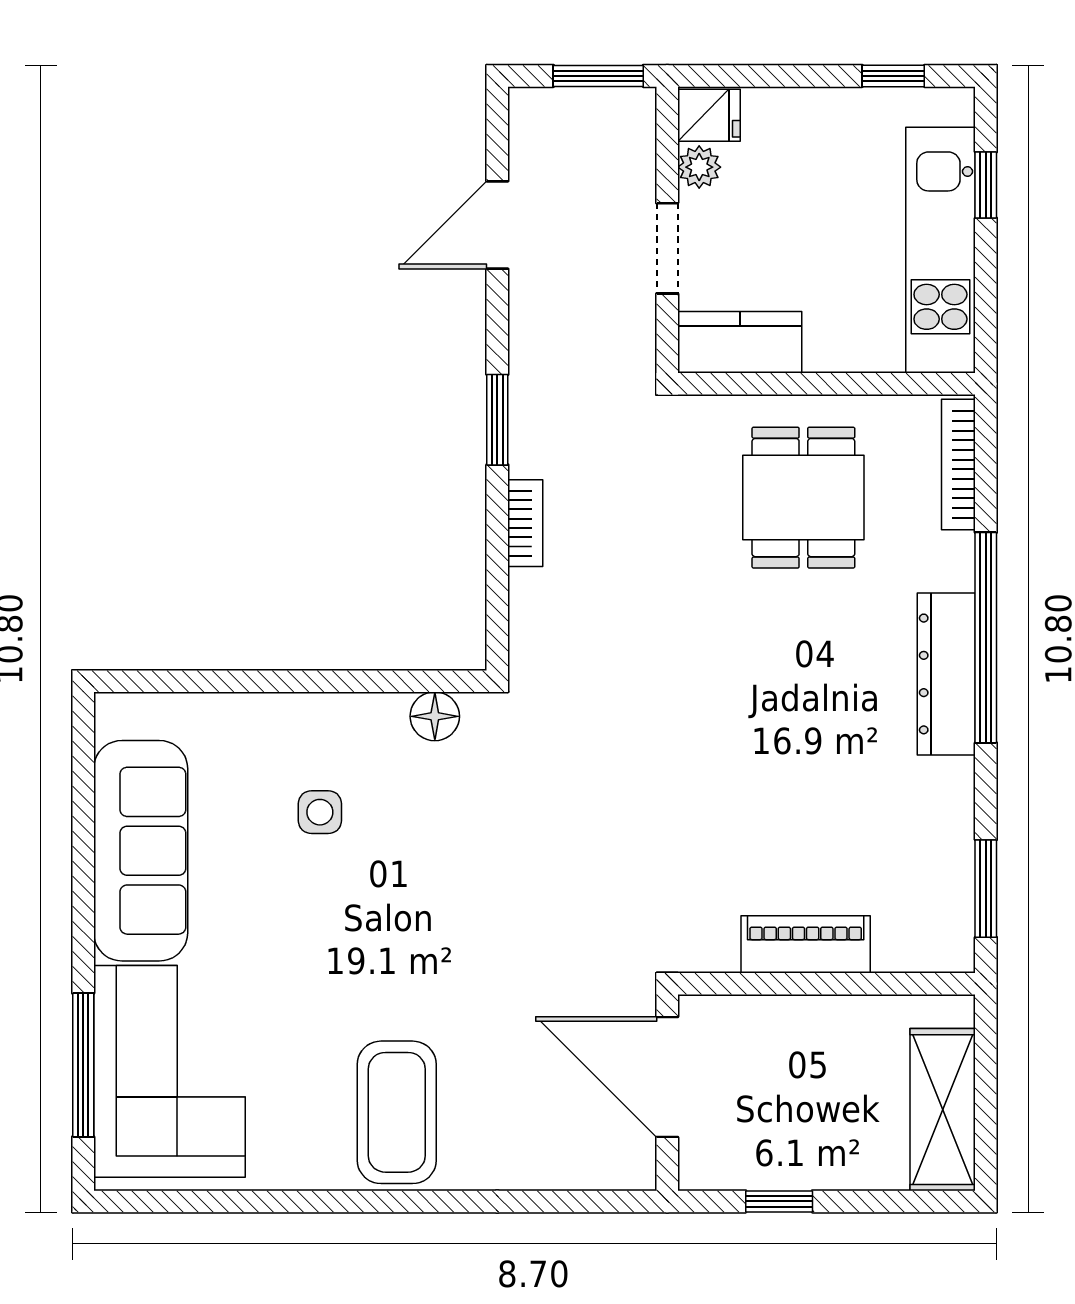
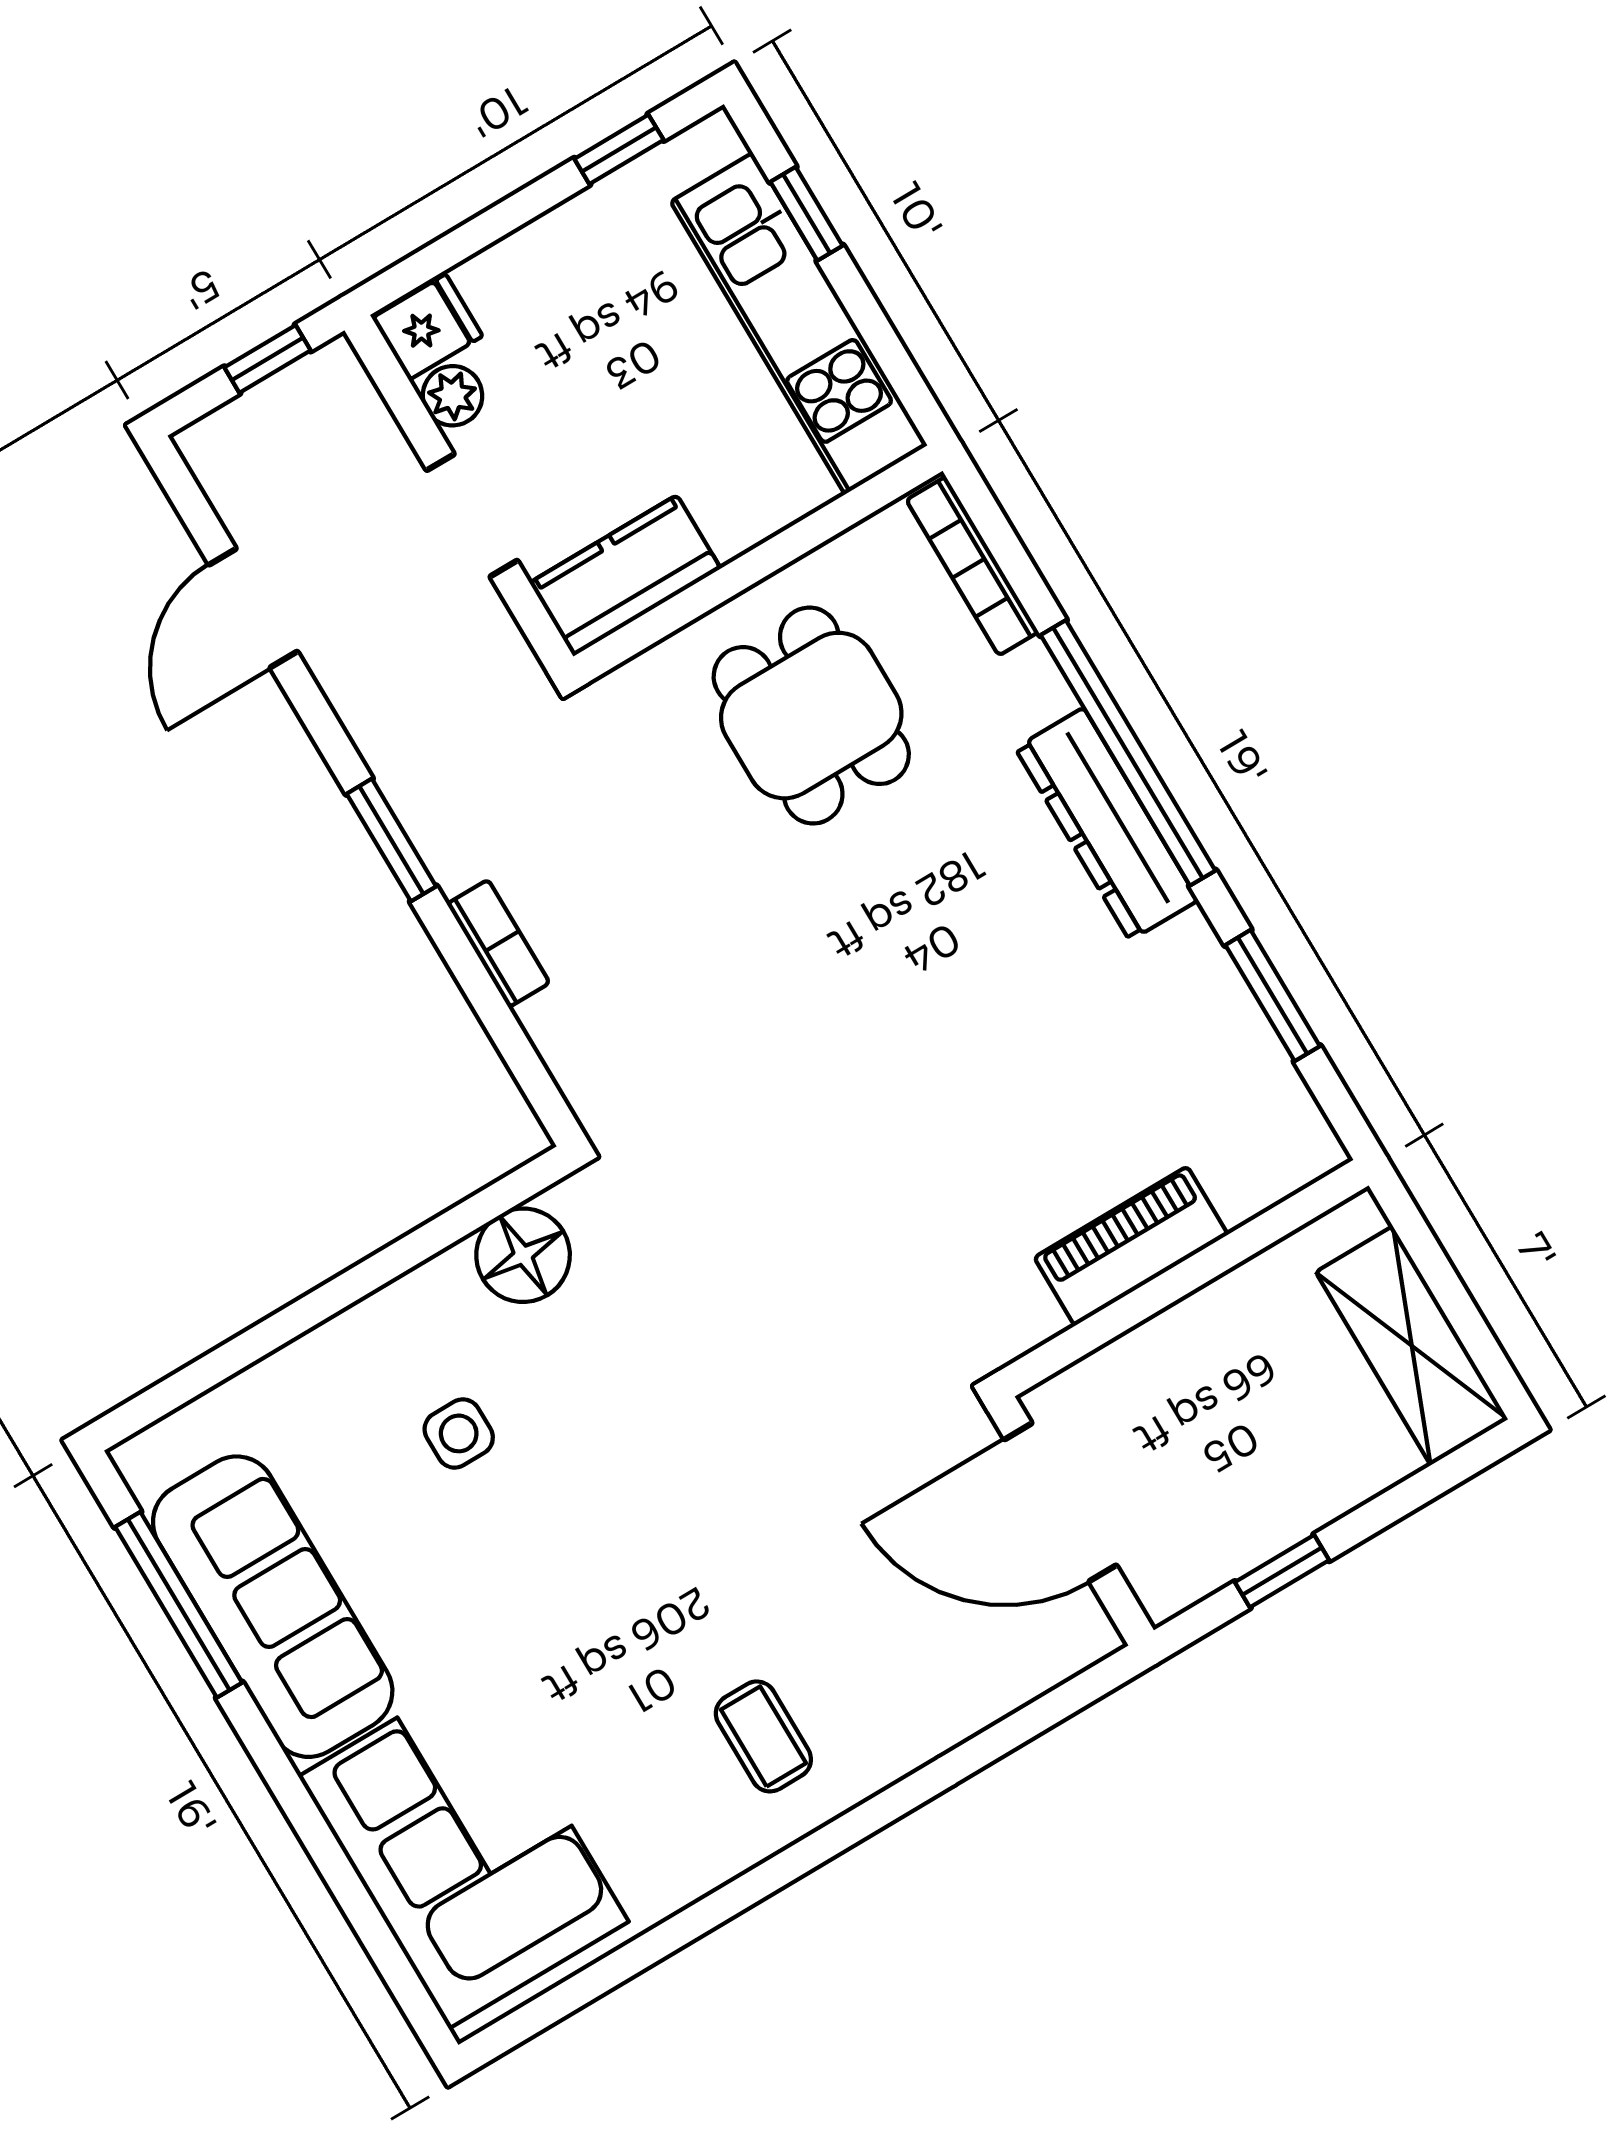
window: (598, 76) -> (268, 359), width x0.67
floor lamp: (435, 716) -> (523, 1255), width x1.38, depth x1.38
window: (986, 889) -> (1273, 996), moved
window: (83, 1065) -> (179, 1605), moved
coffee table: (397, 1112) -> (763, 1736), width x0.54, depth x0.58

